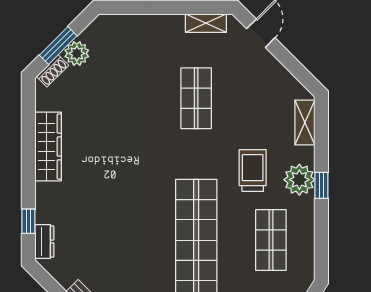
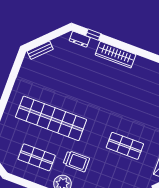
wardrobe: (48, 147) -> (116, 55), moved

